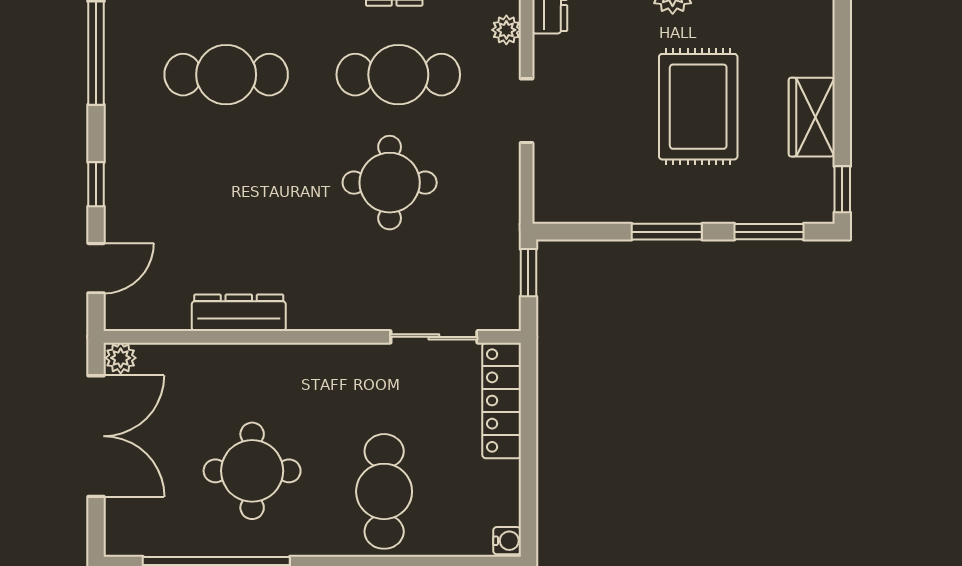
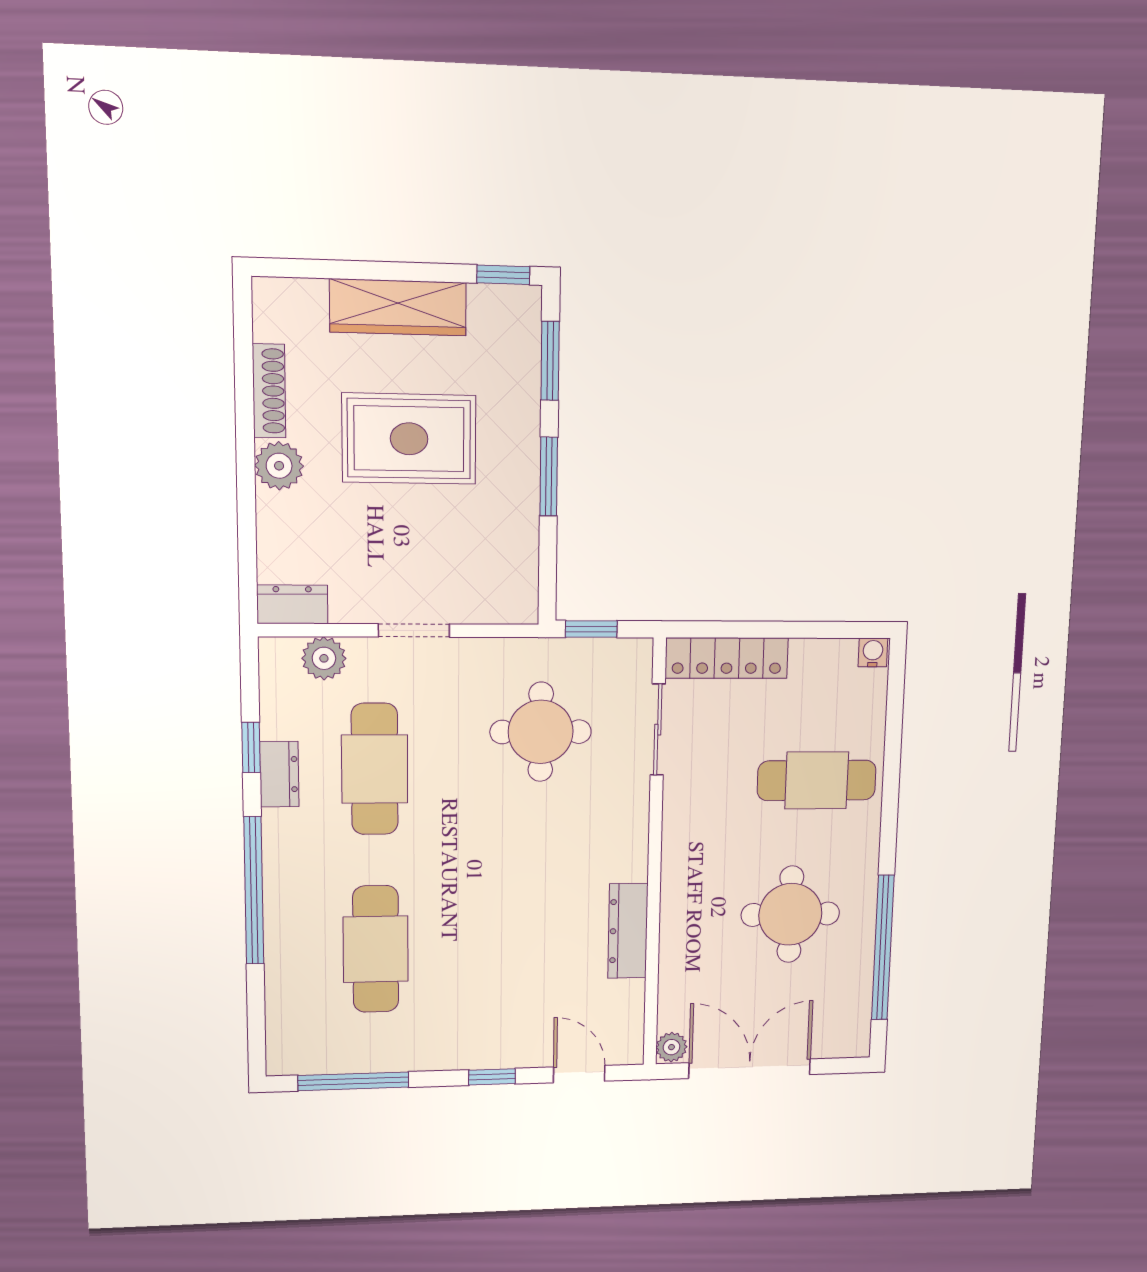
plant: (506, 30) -> (324, 658), width x1.38, depth x1.38
wardrobe: (812, 117) -> (398, 307), width x1.50
round table: (390, 183) -> (541, 732), moved

